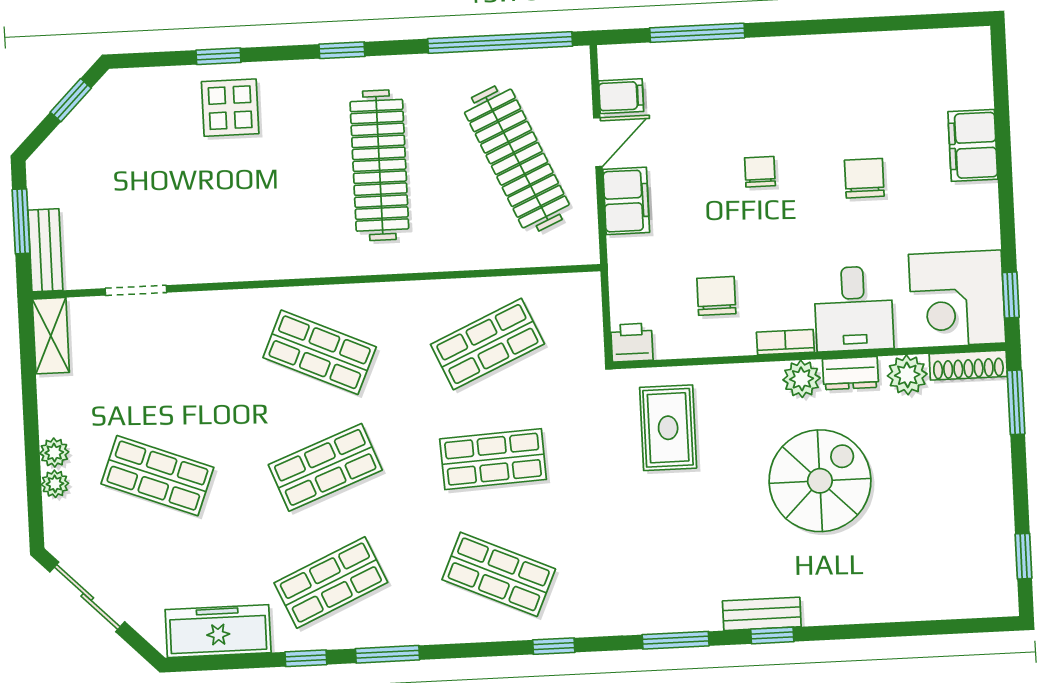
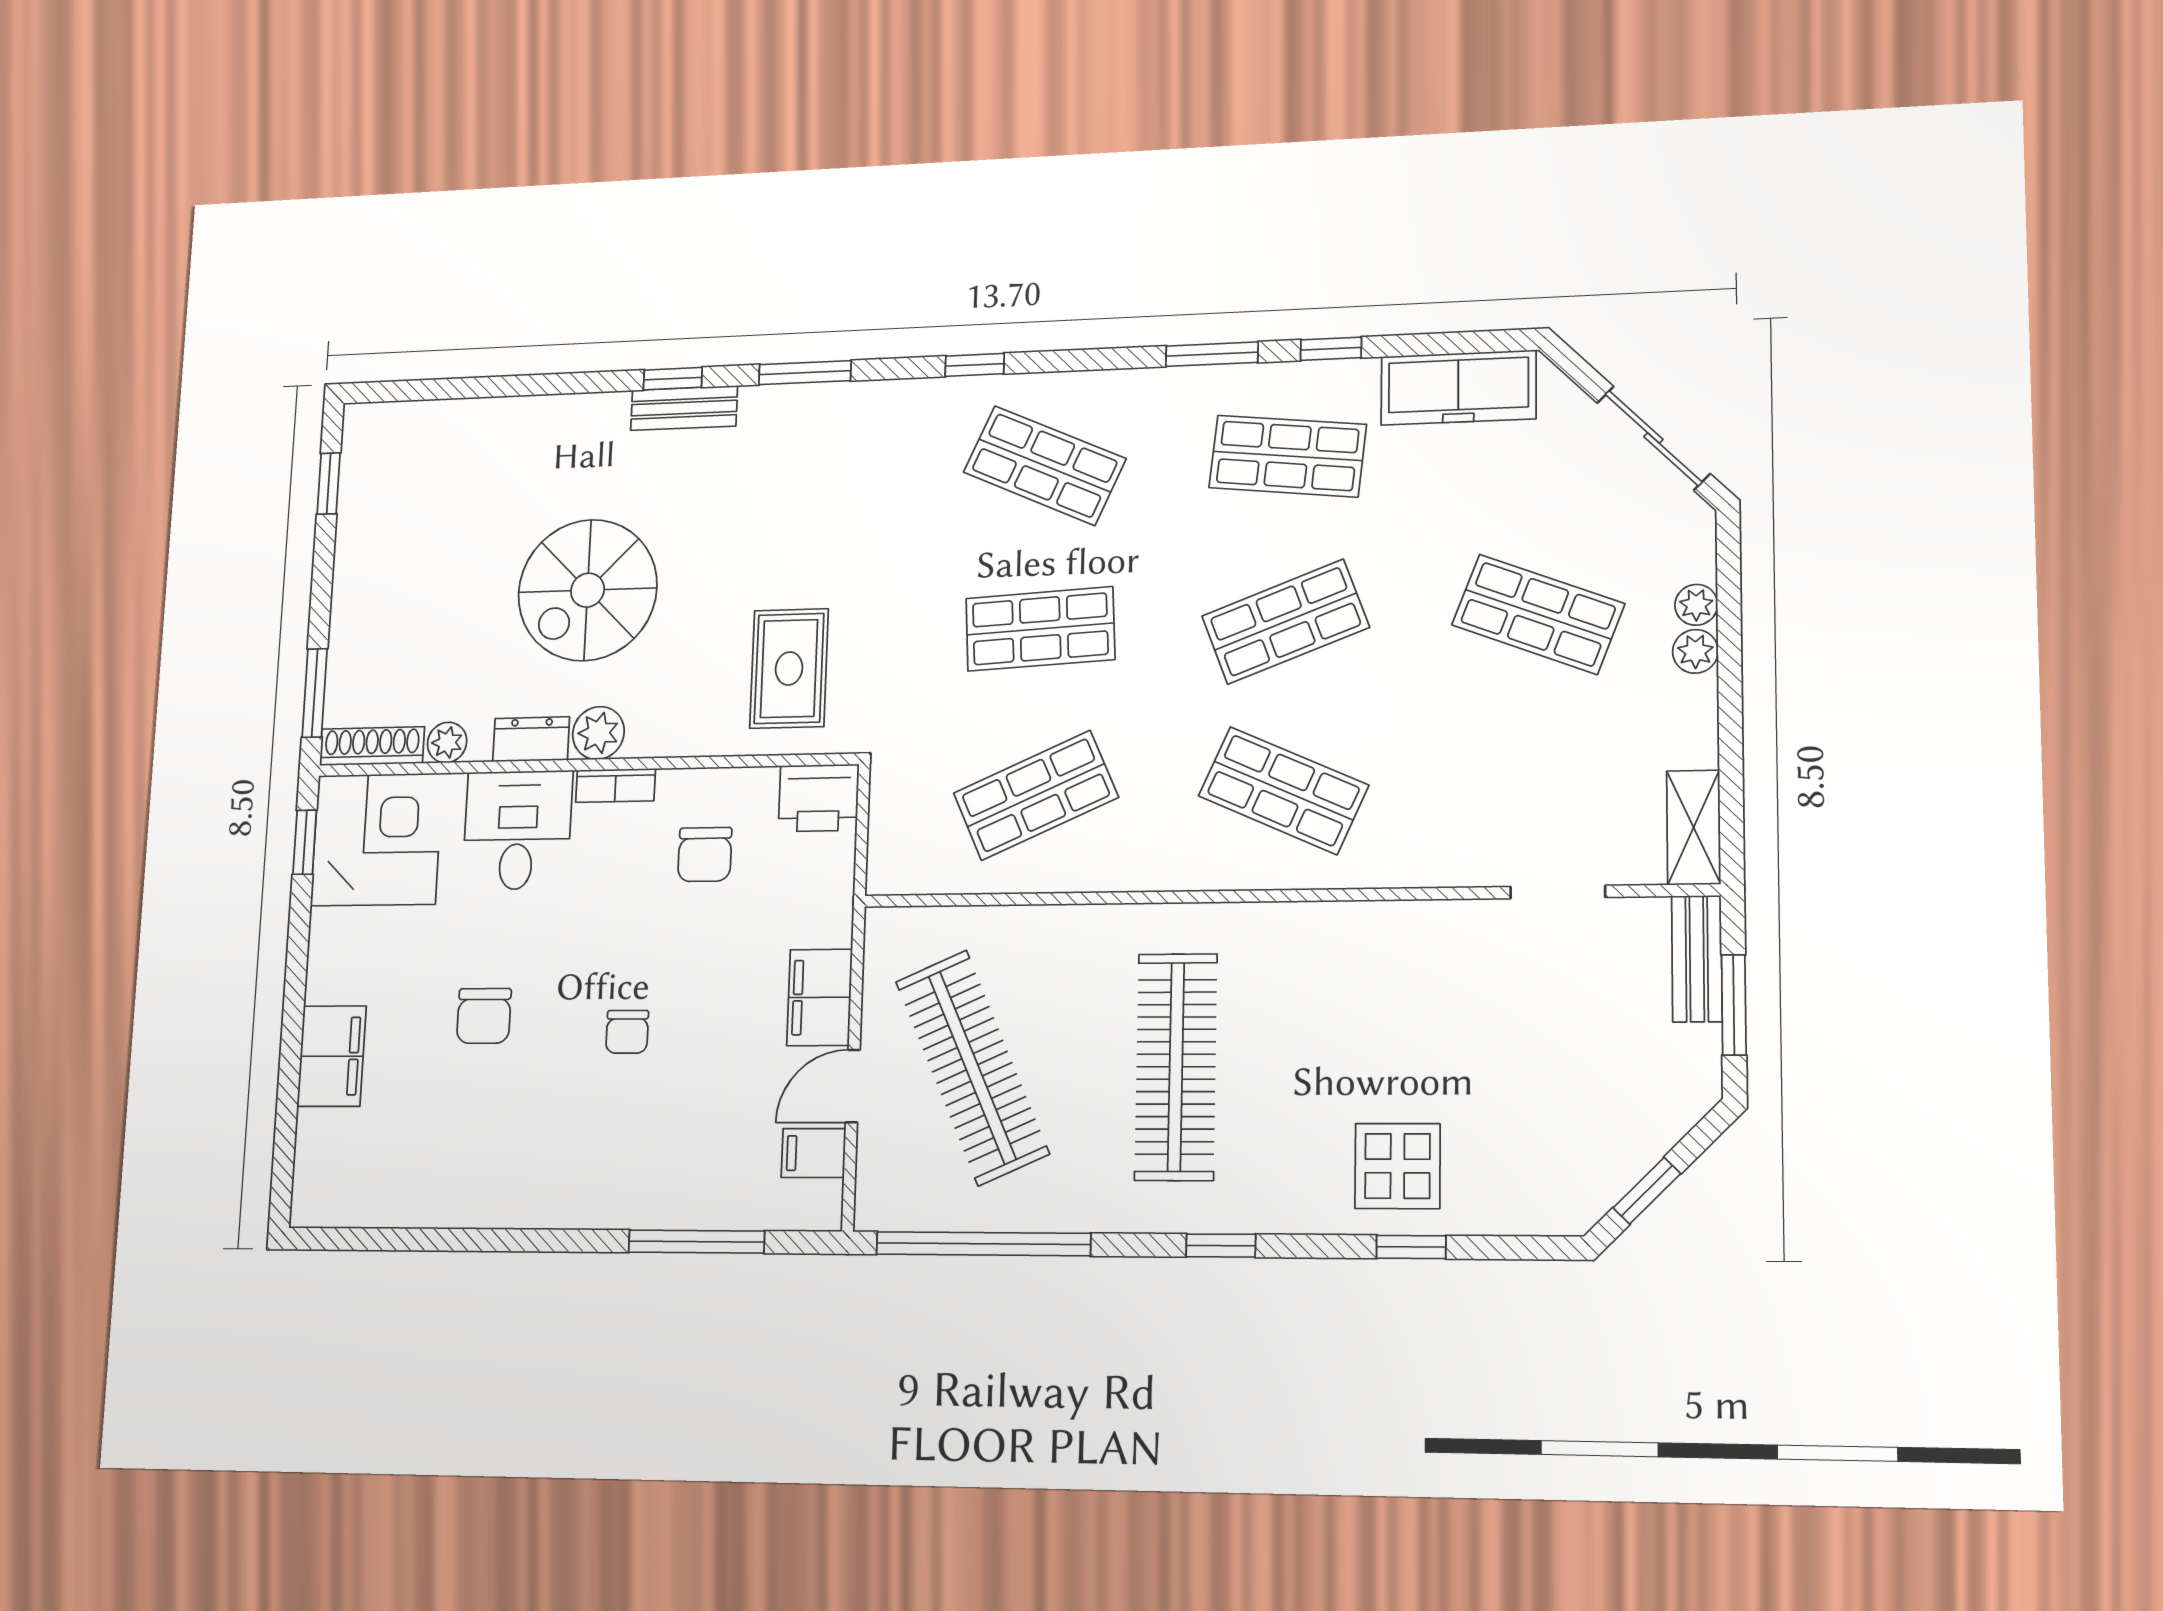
printer: (632, 343) -> (819, 798), width x1.36, depth x1.24
plant: (907, 375) -> (447, 743), width x0.73, depth x0.73
shop shelf: (331, 583) -> (1288, 456), turned 30

